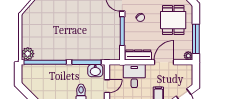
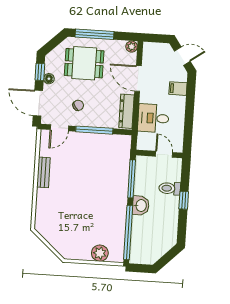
window: (196, 39) -> (94, 34), moved
plant: (28, 54) -> (100, 253), moved
washbasin: (95, 71) -> (141, 206), moved

